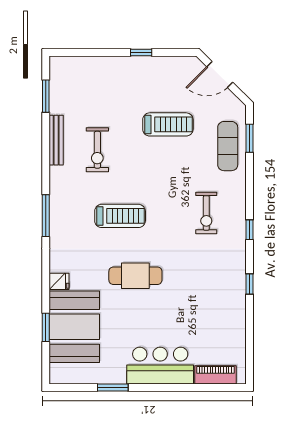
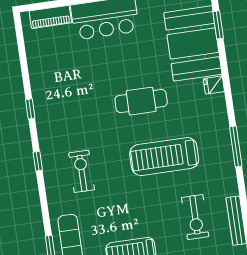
exercise bike: (97, 150) -> (195, 217), turned 180
treadmill: (120, 216) -> (164, 157), width x1.37, depth x1.38
window: (46, 327) -> (218, 25), moved

